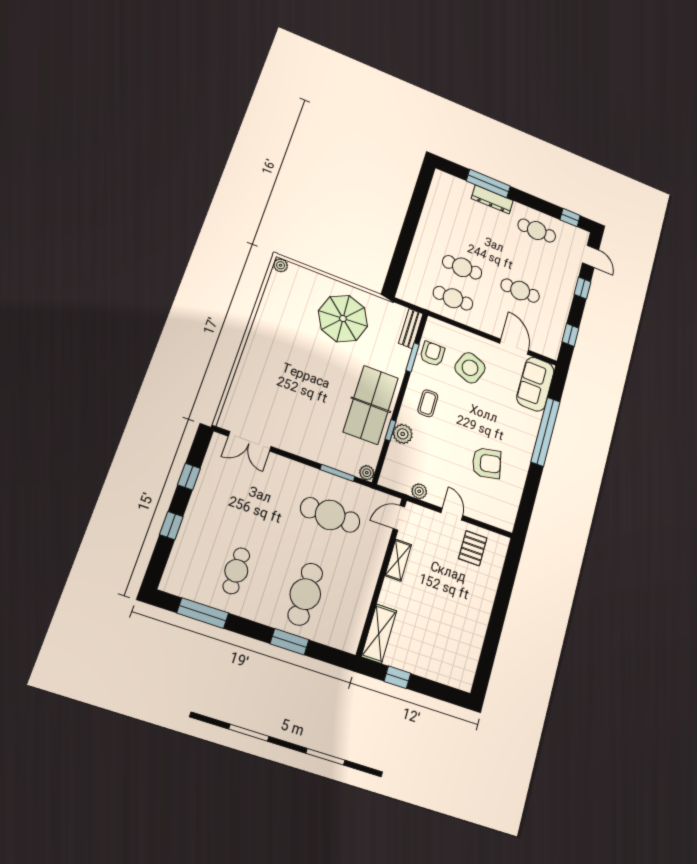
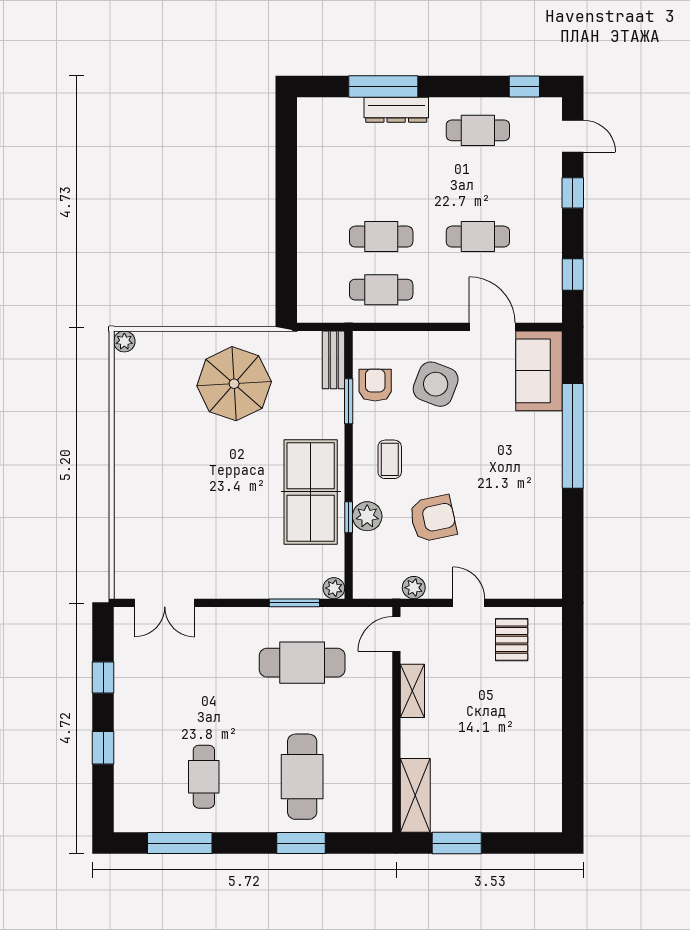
armchair: (487, 463) -> (433, 518), moved
window: (397, 677) -> (457, 843), width x1.50

